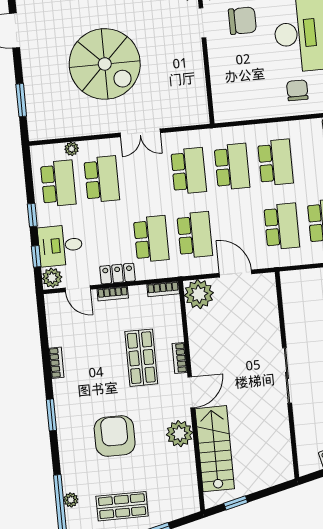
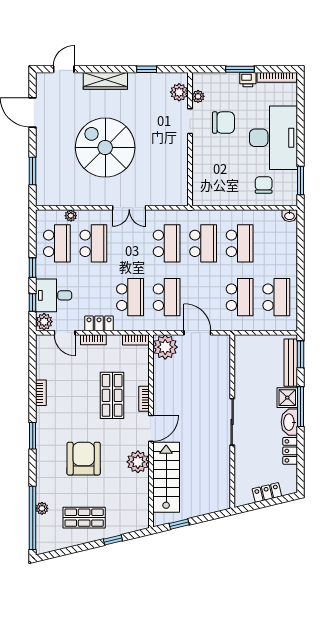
spiral stairs: (105, 64) -> (105, 148), turned 180

